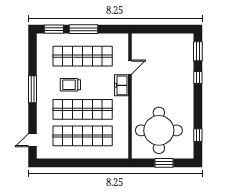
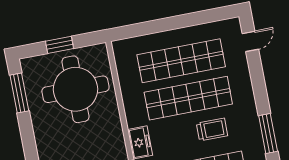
window: (32, 89) -> (268, 134), moved
window: (198, 135) -> (19, 93), width x2.17

